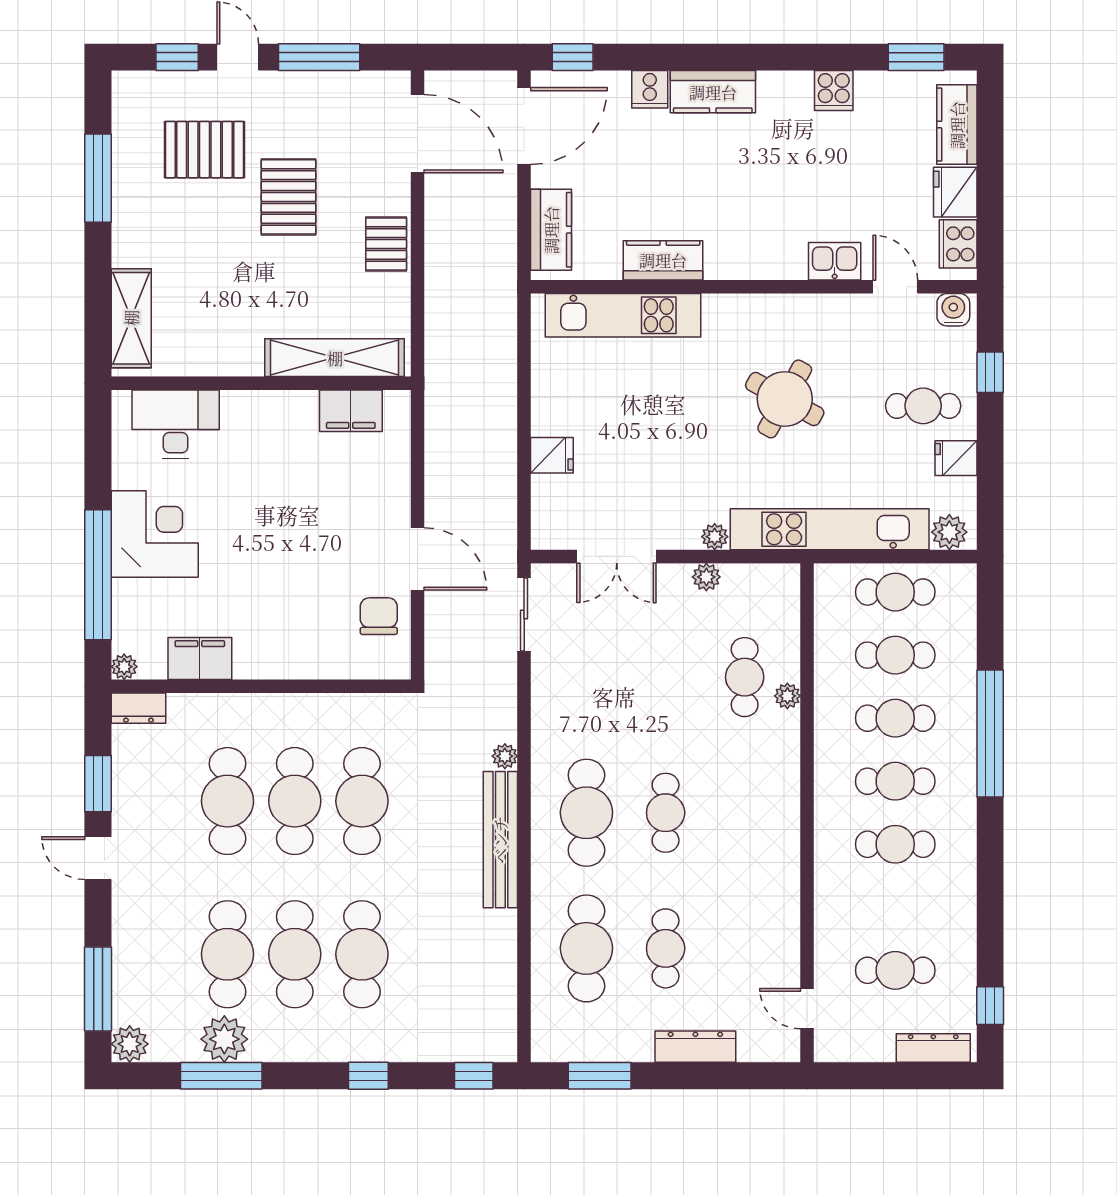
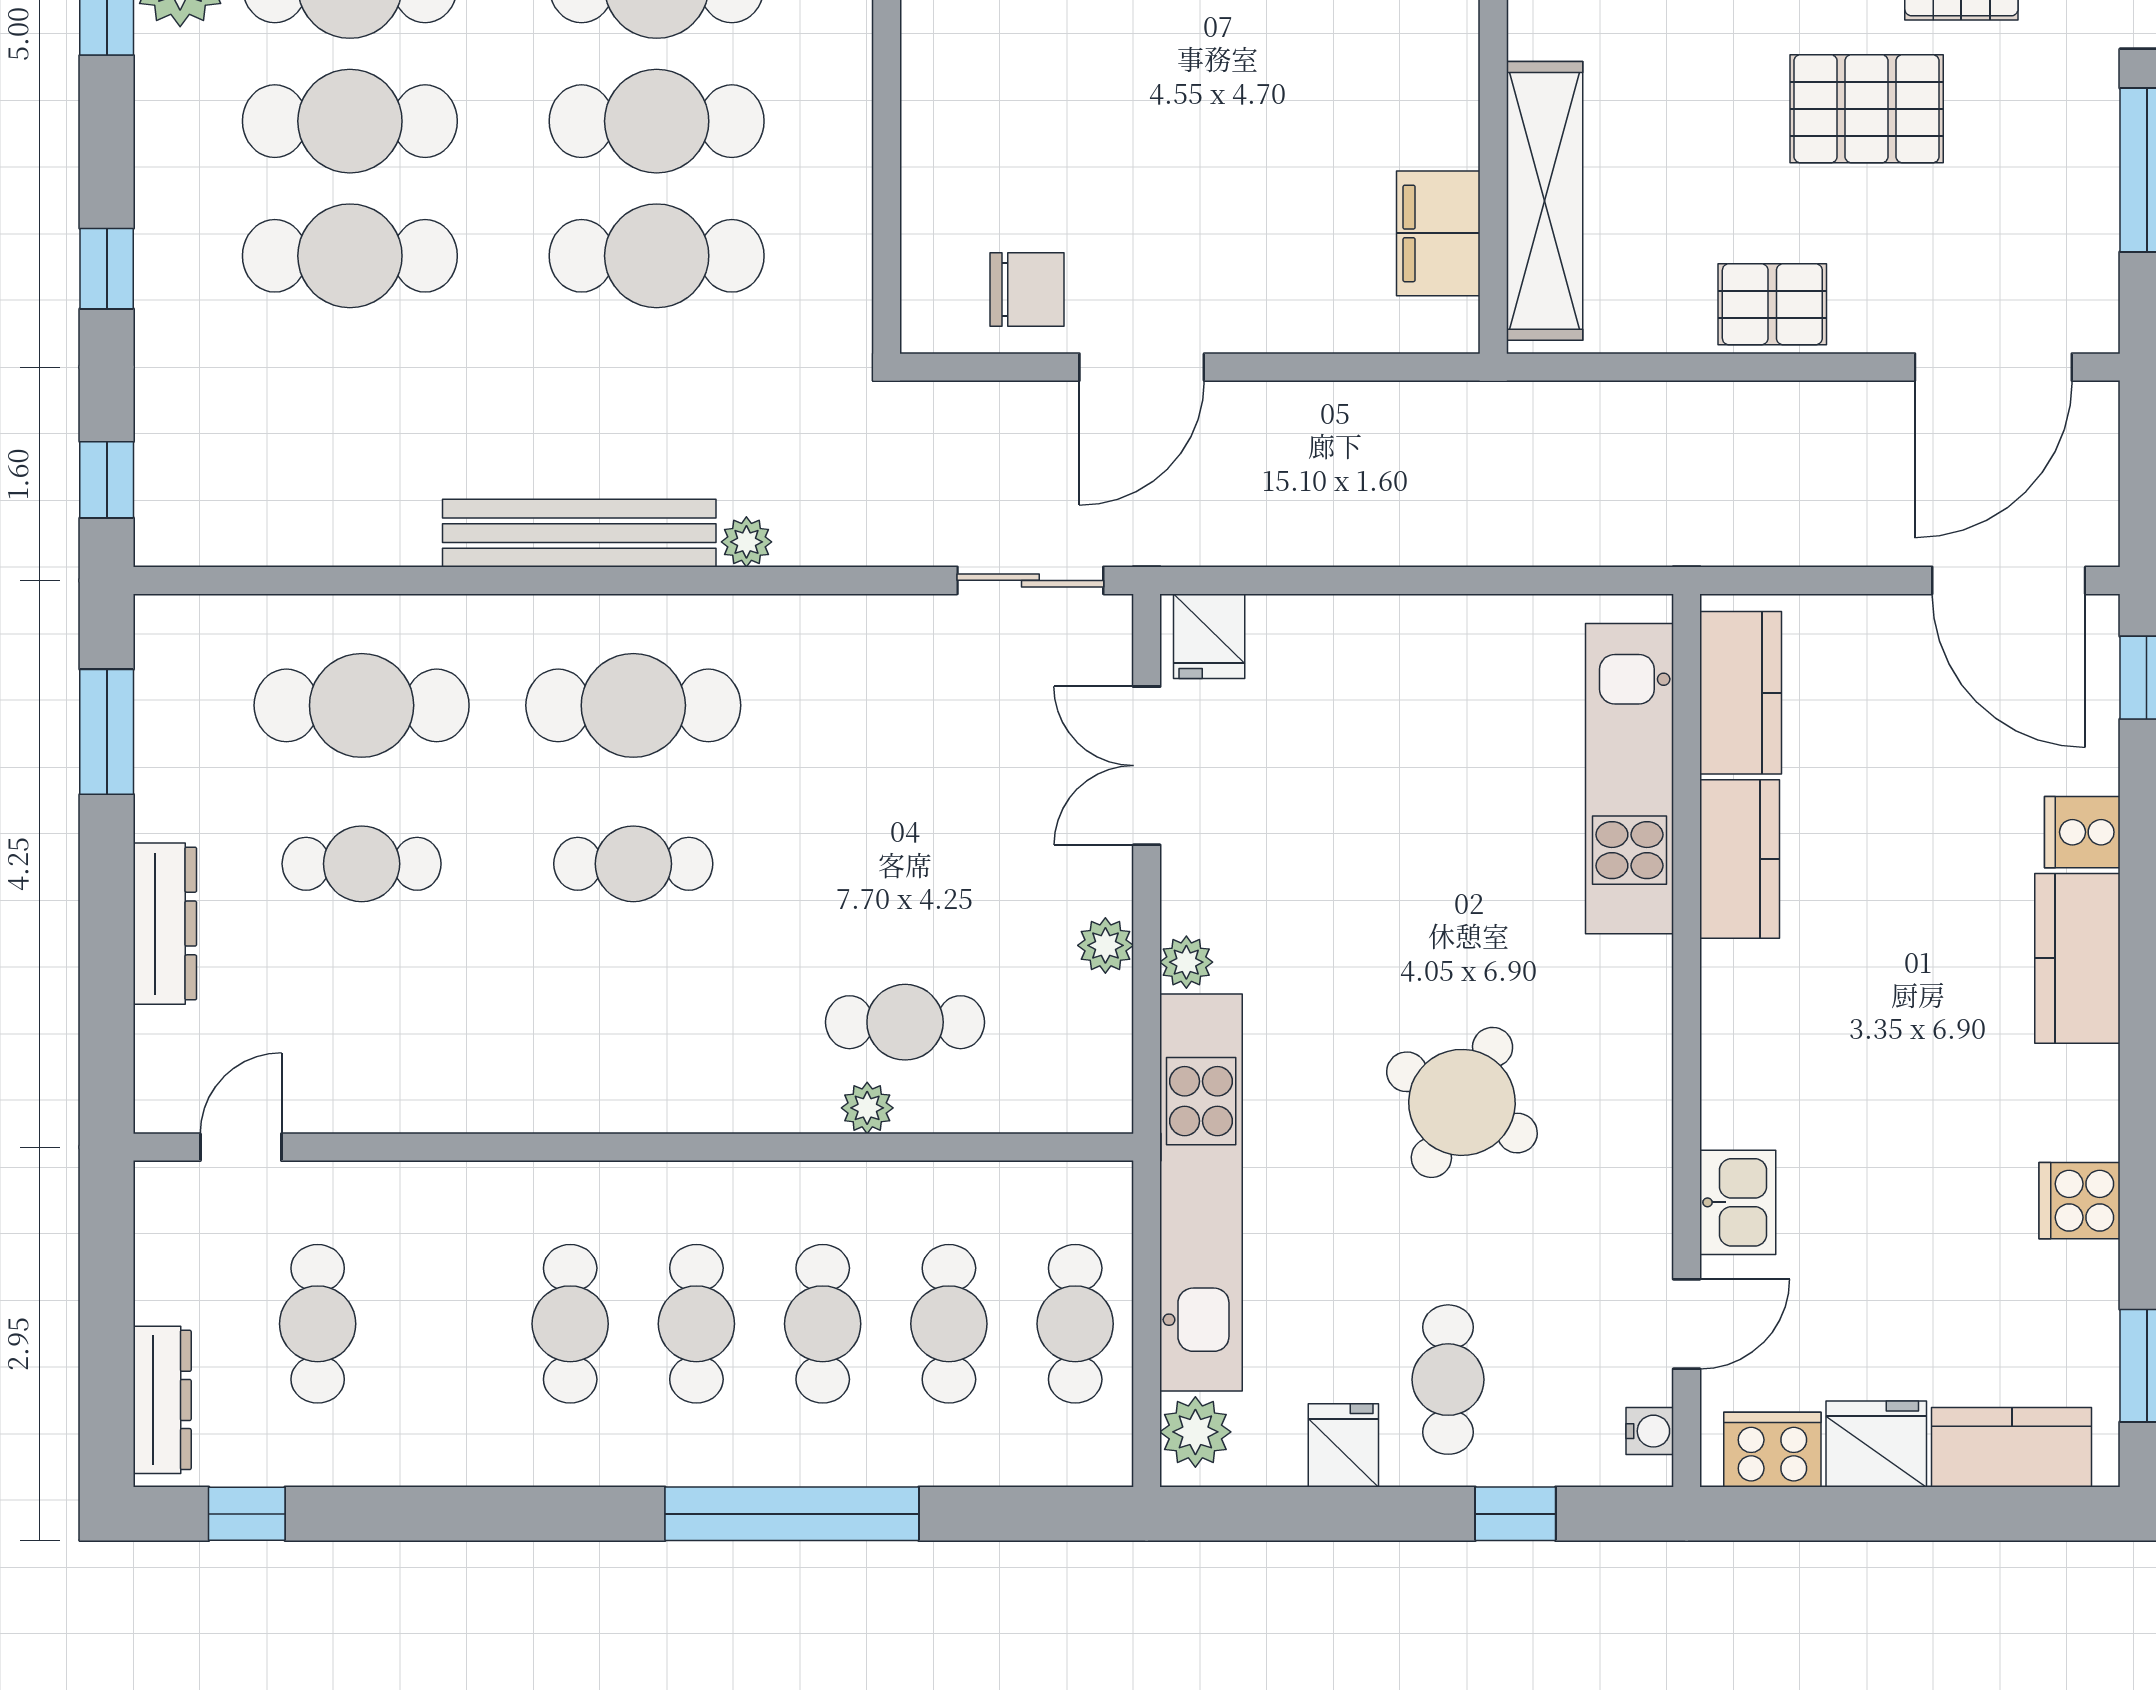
kitchen counter: (551, 230) -> (1741, 693), moved, turned -90
water cooler: (953, 310) -> (1650, 1431), width x0.72, depth x0.72
fridge: (552, 455) -> (1209, 636), moved

